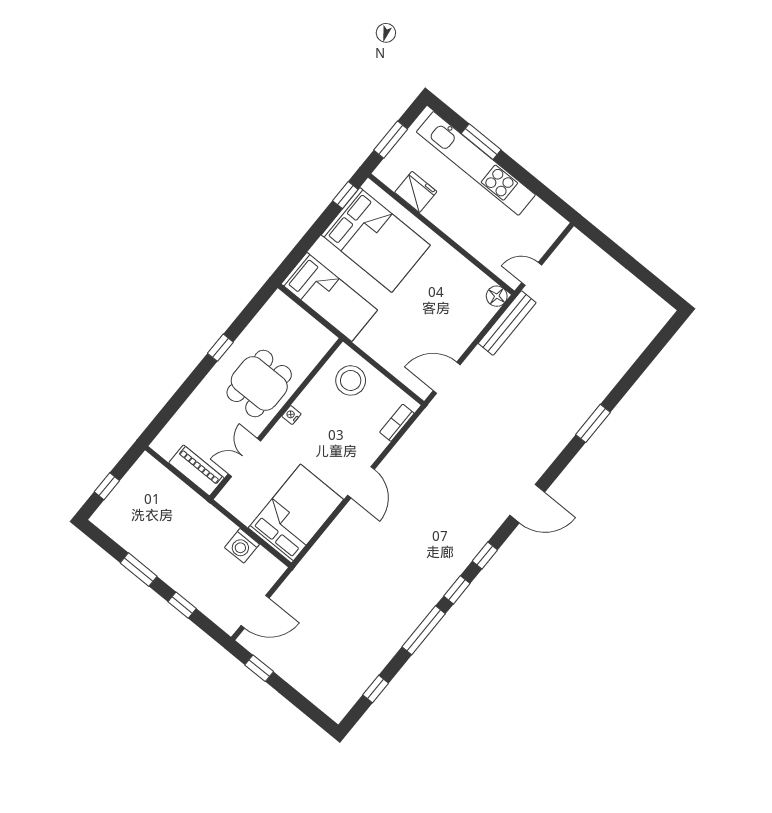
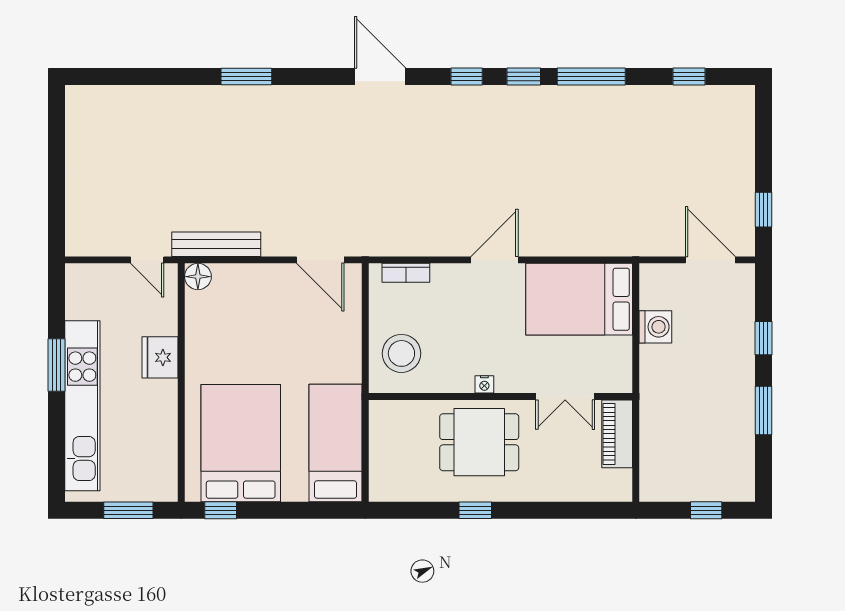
window: (481, 142) -> (56, 365), moved
fridge: (416, 192) -> (160, 357), moved

